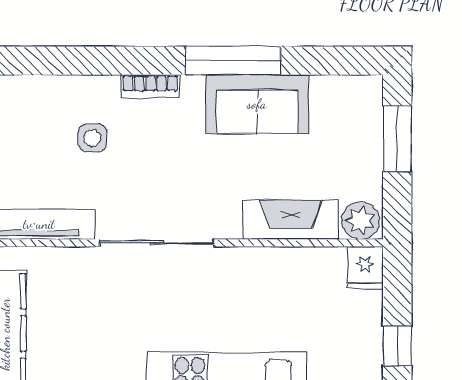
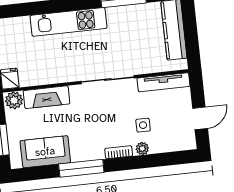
plant: (99, 88) -> (142, 149), added
sofa: (257, 104) -> (45, 152), moved

